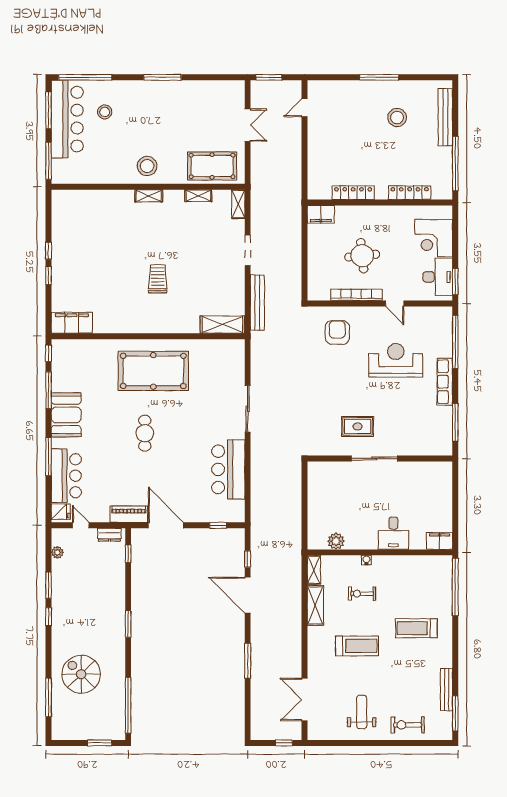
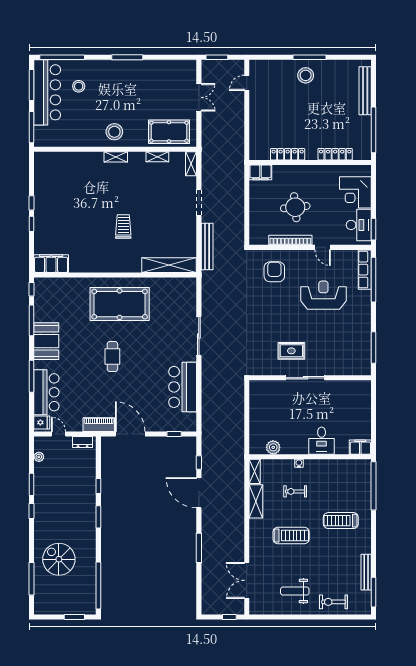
stool: (397, 118) -> (306, 75), moved
shelving: (222, 325) -> (169, 265), width x1.47
row of seats: (445, 382) -> (365, 270), moved
window: (128, 554) -> (98, 486), moved
weight bench: (362, 712) -> (295, 591), turned -90

